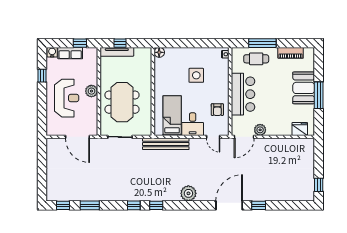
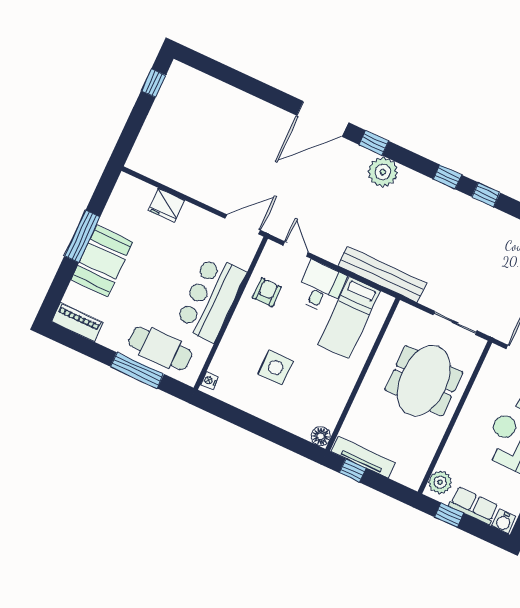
window: (120, 43) -> (353, 470), moved
tv unit: (117, 52) -> (363, 457), moved
piano: (291, 53) -> (77, 322), moved
cafe table: (256, 59) -> (160, 348), width x1.37, depth x1.35
plant: (91, 91) -> (440, 482), moved
fridge: (300, 129) -> (166, 205), moved
plant: (260, 130) -> (210, 224), removed
window: (259, 205) -> (374, 143), moved

